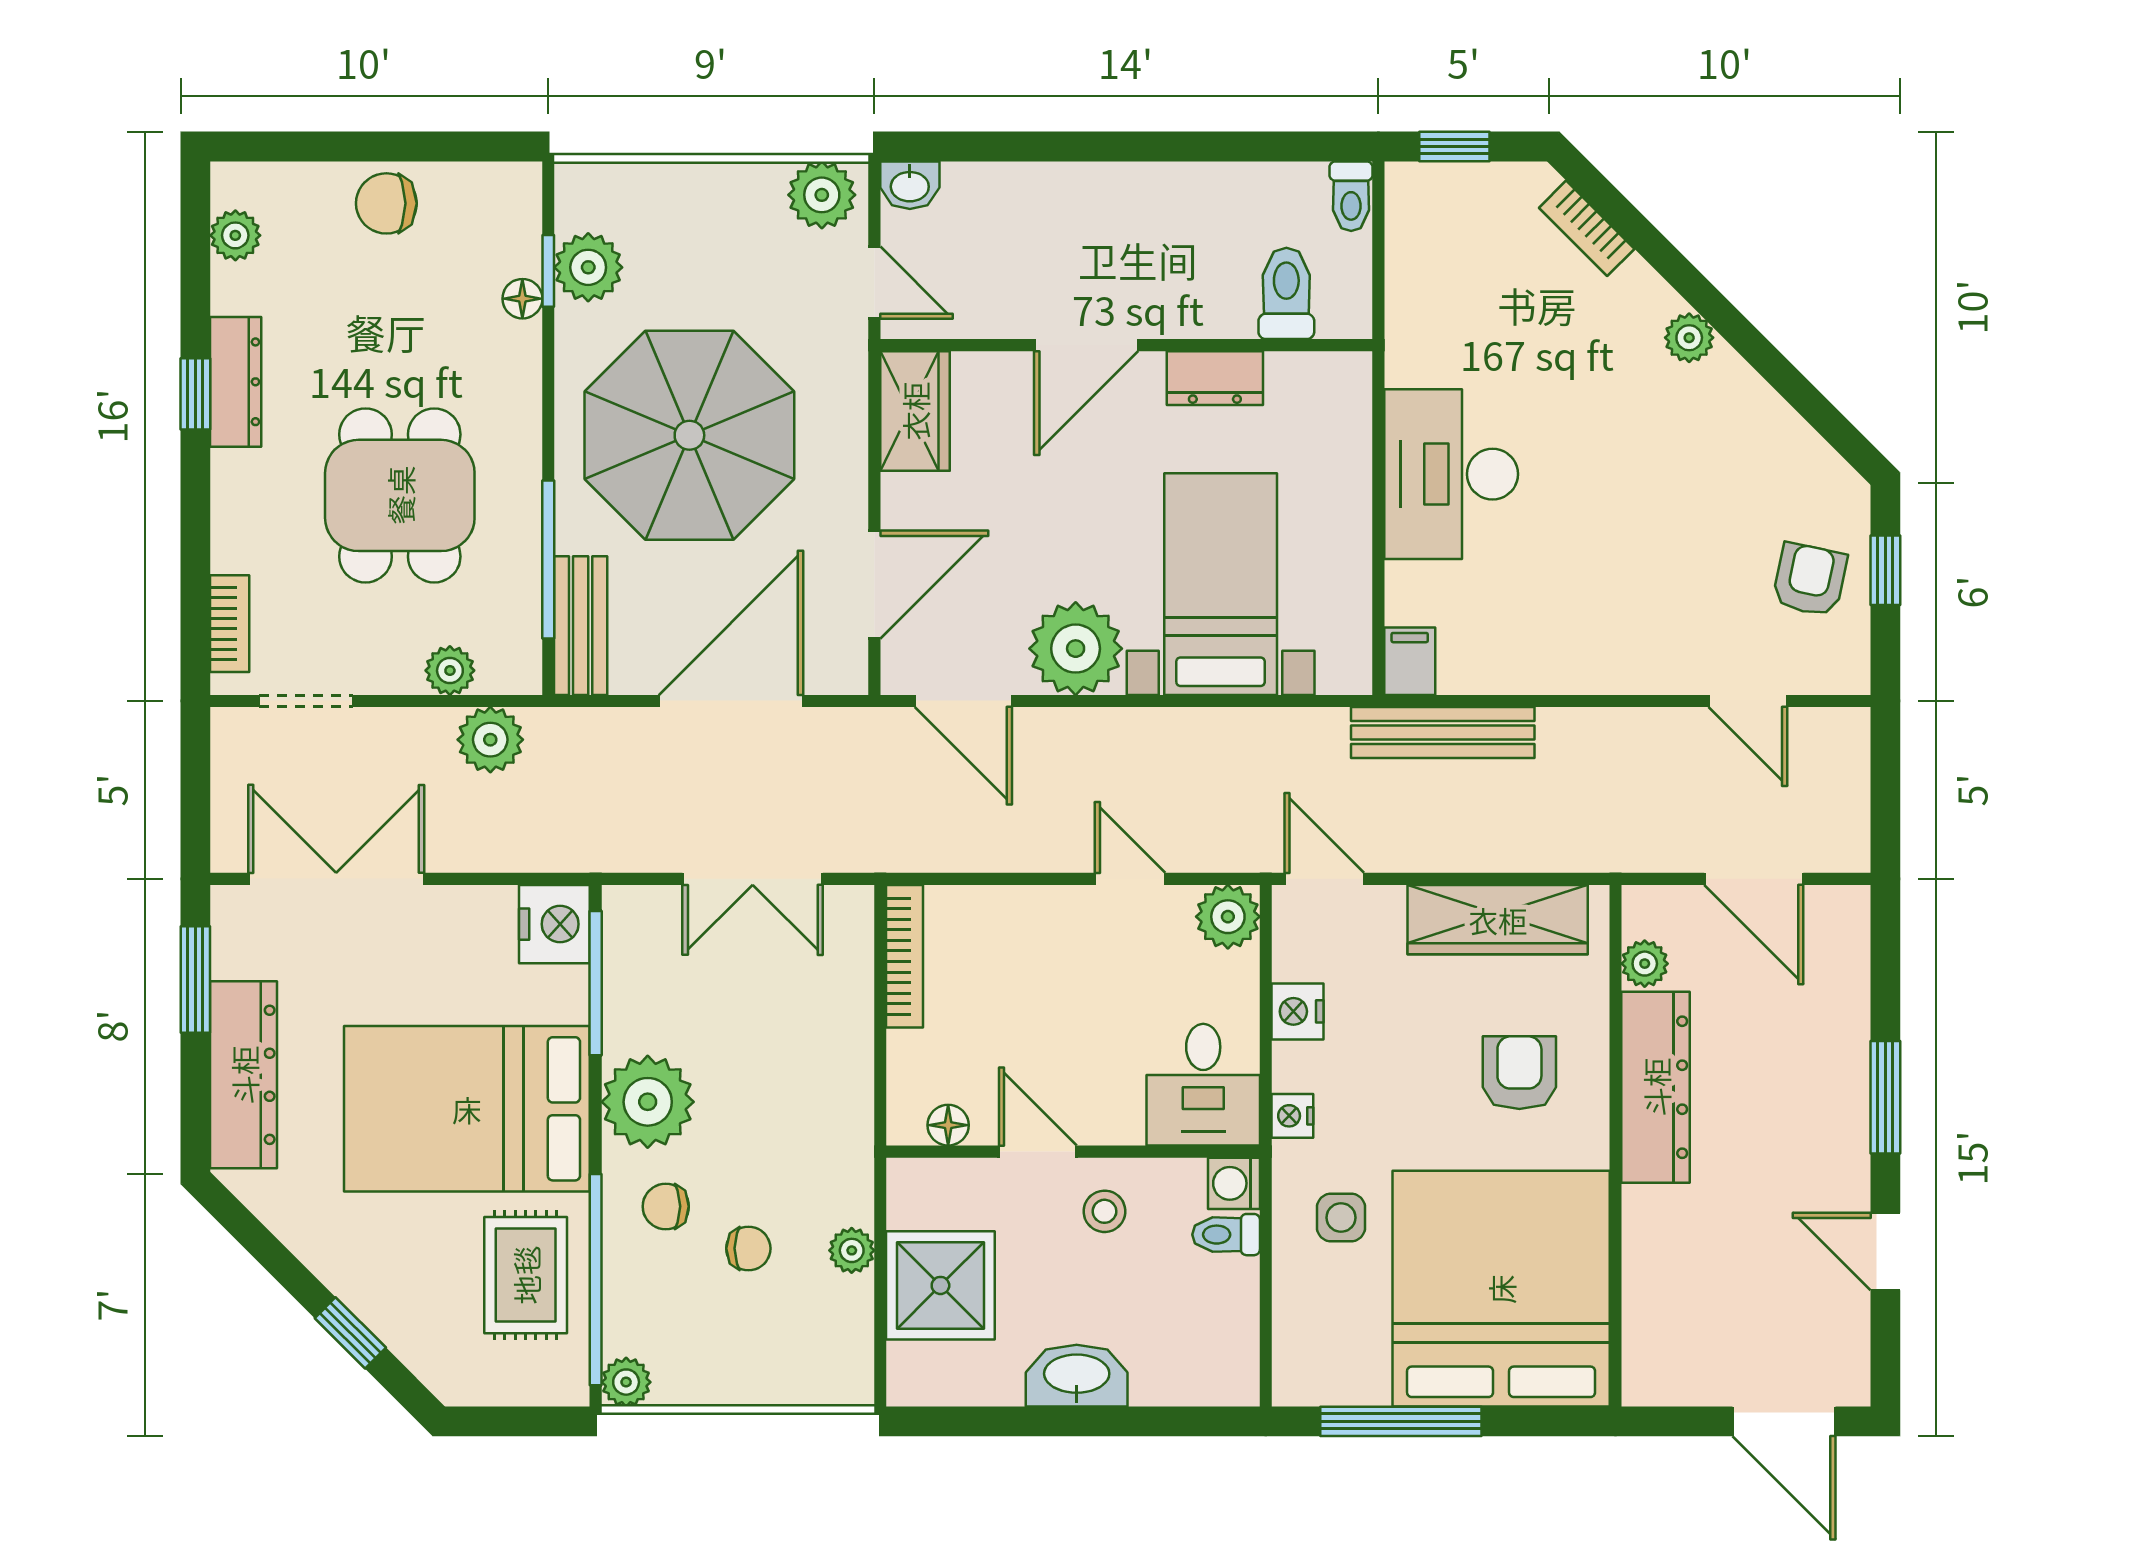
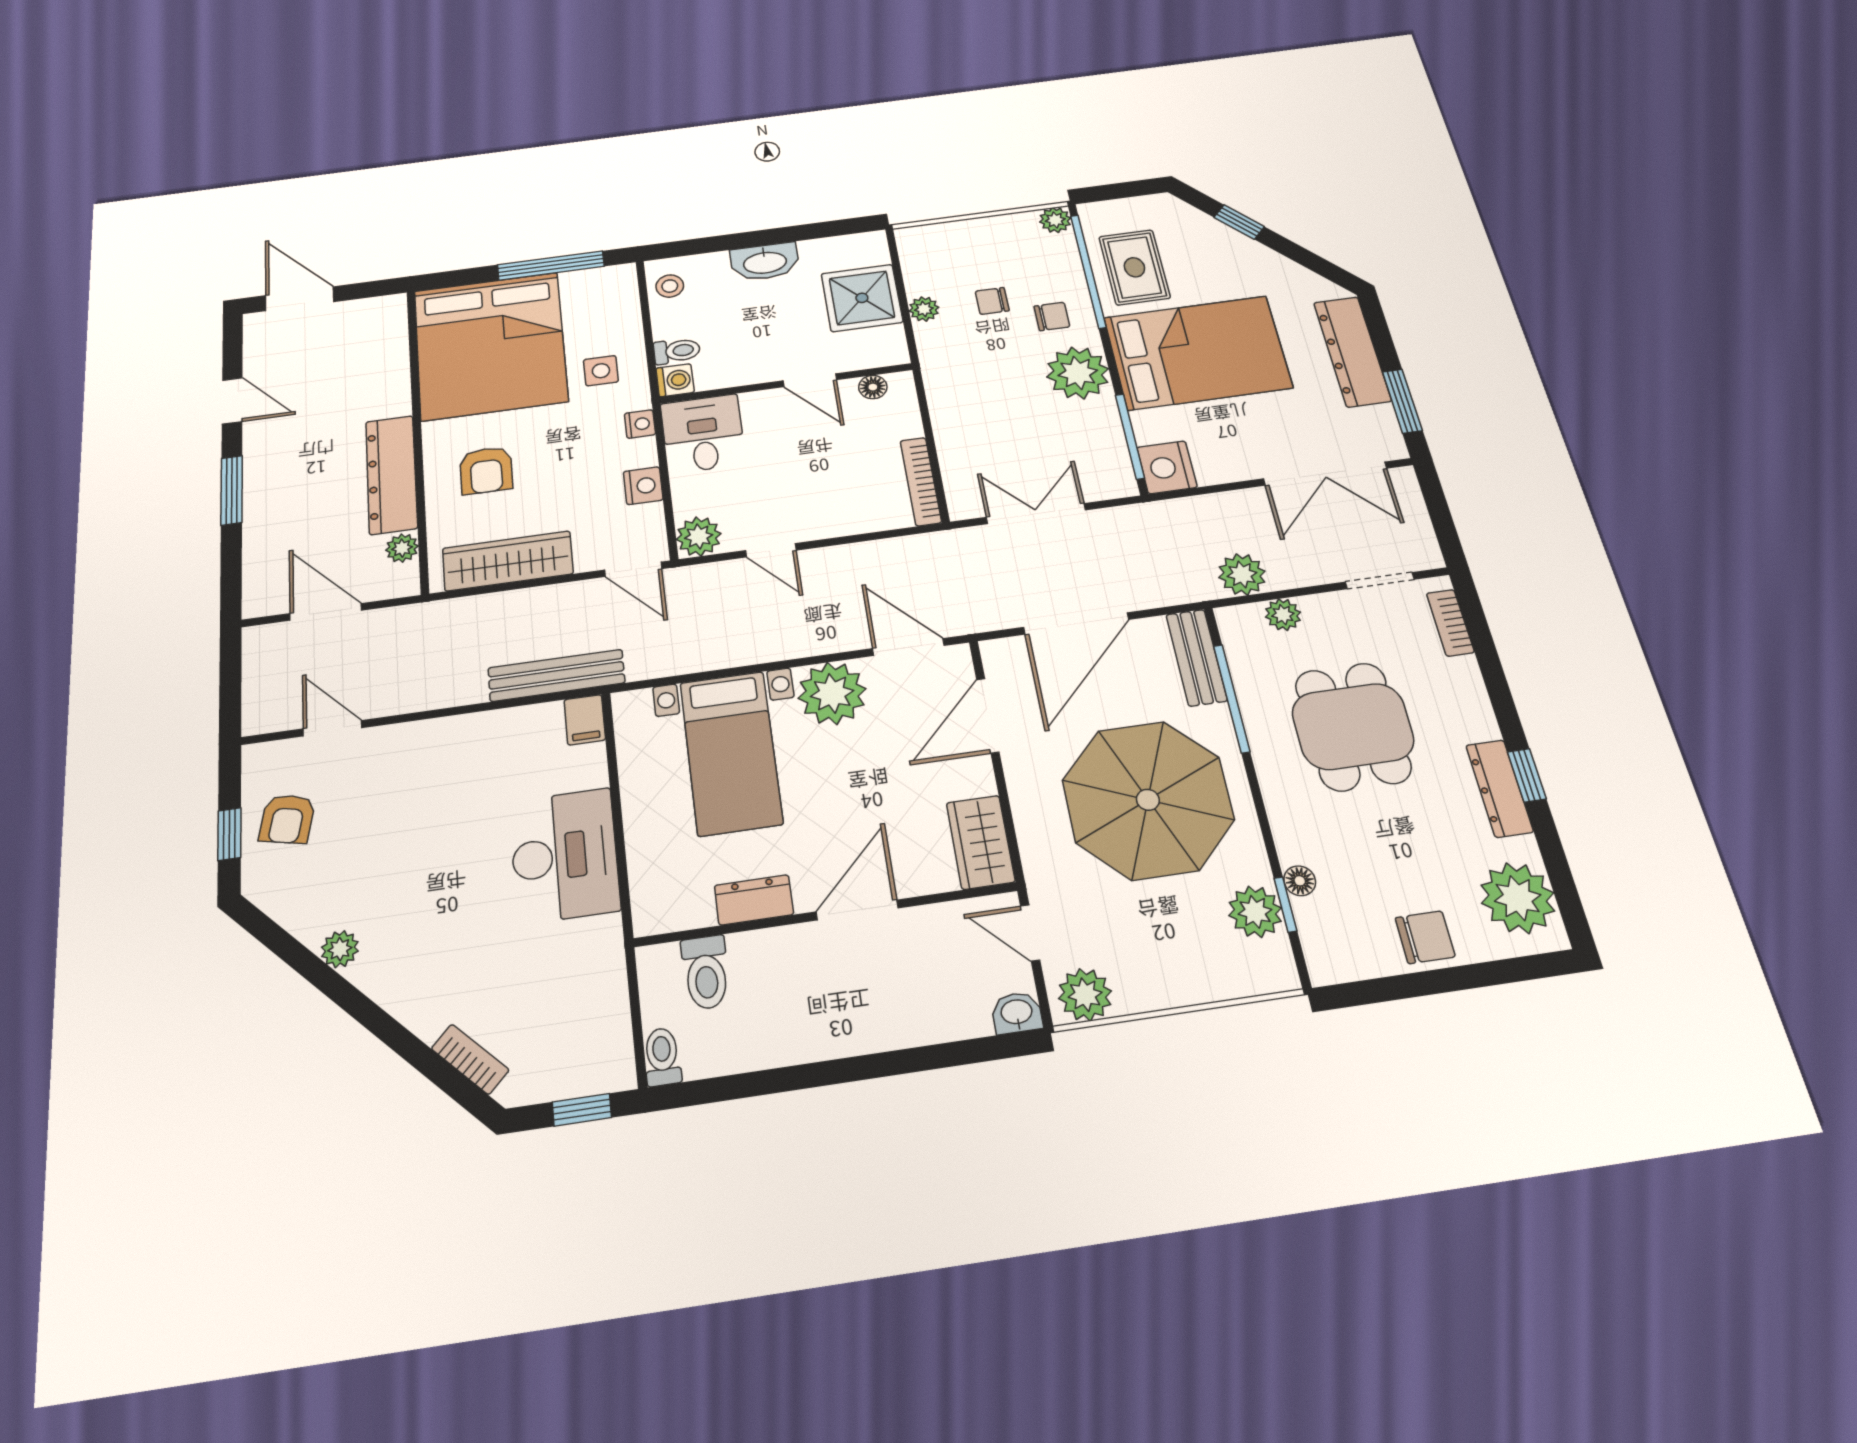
plant: (235, 235) -> (1518, 898), width x1.88, depth x1.88
plant: (1689, 338) -> (340, 949), moved
stool: (1104, 1211) -> (670, 286), moved

